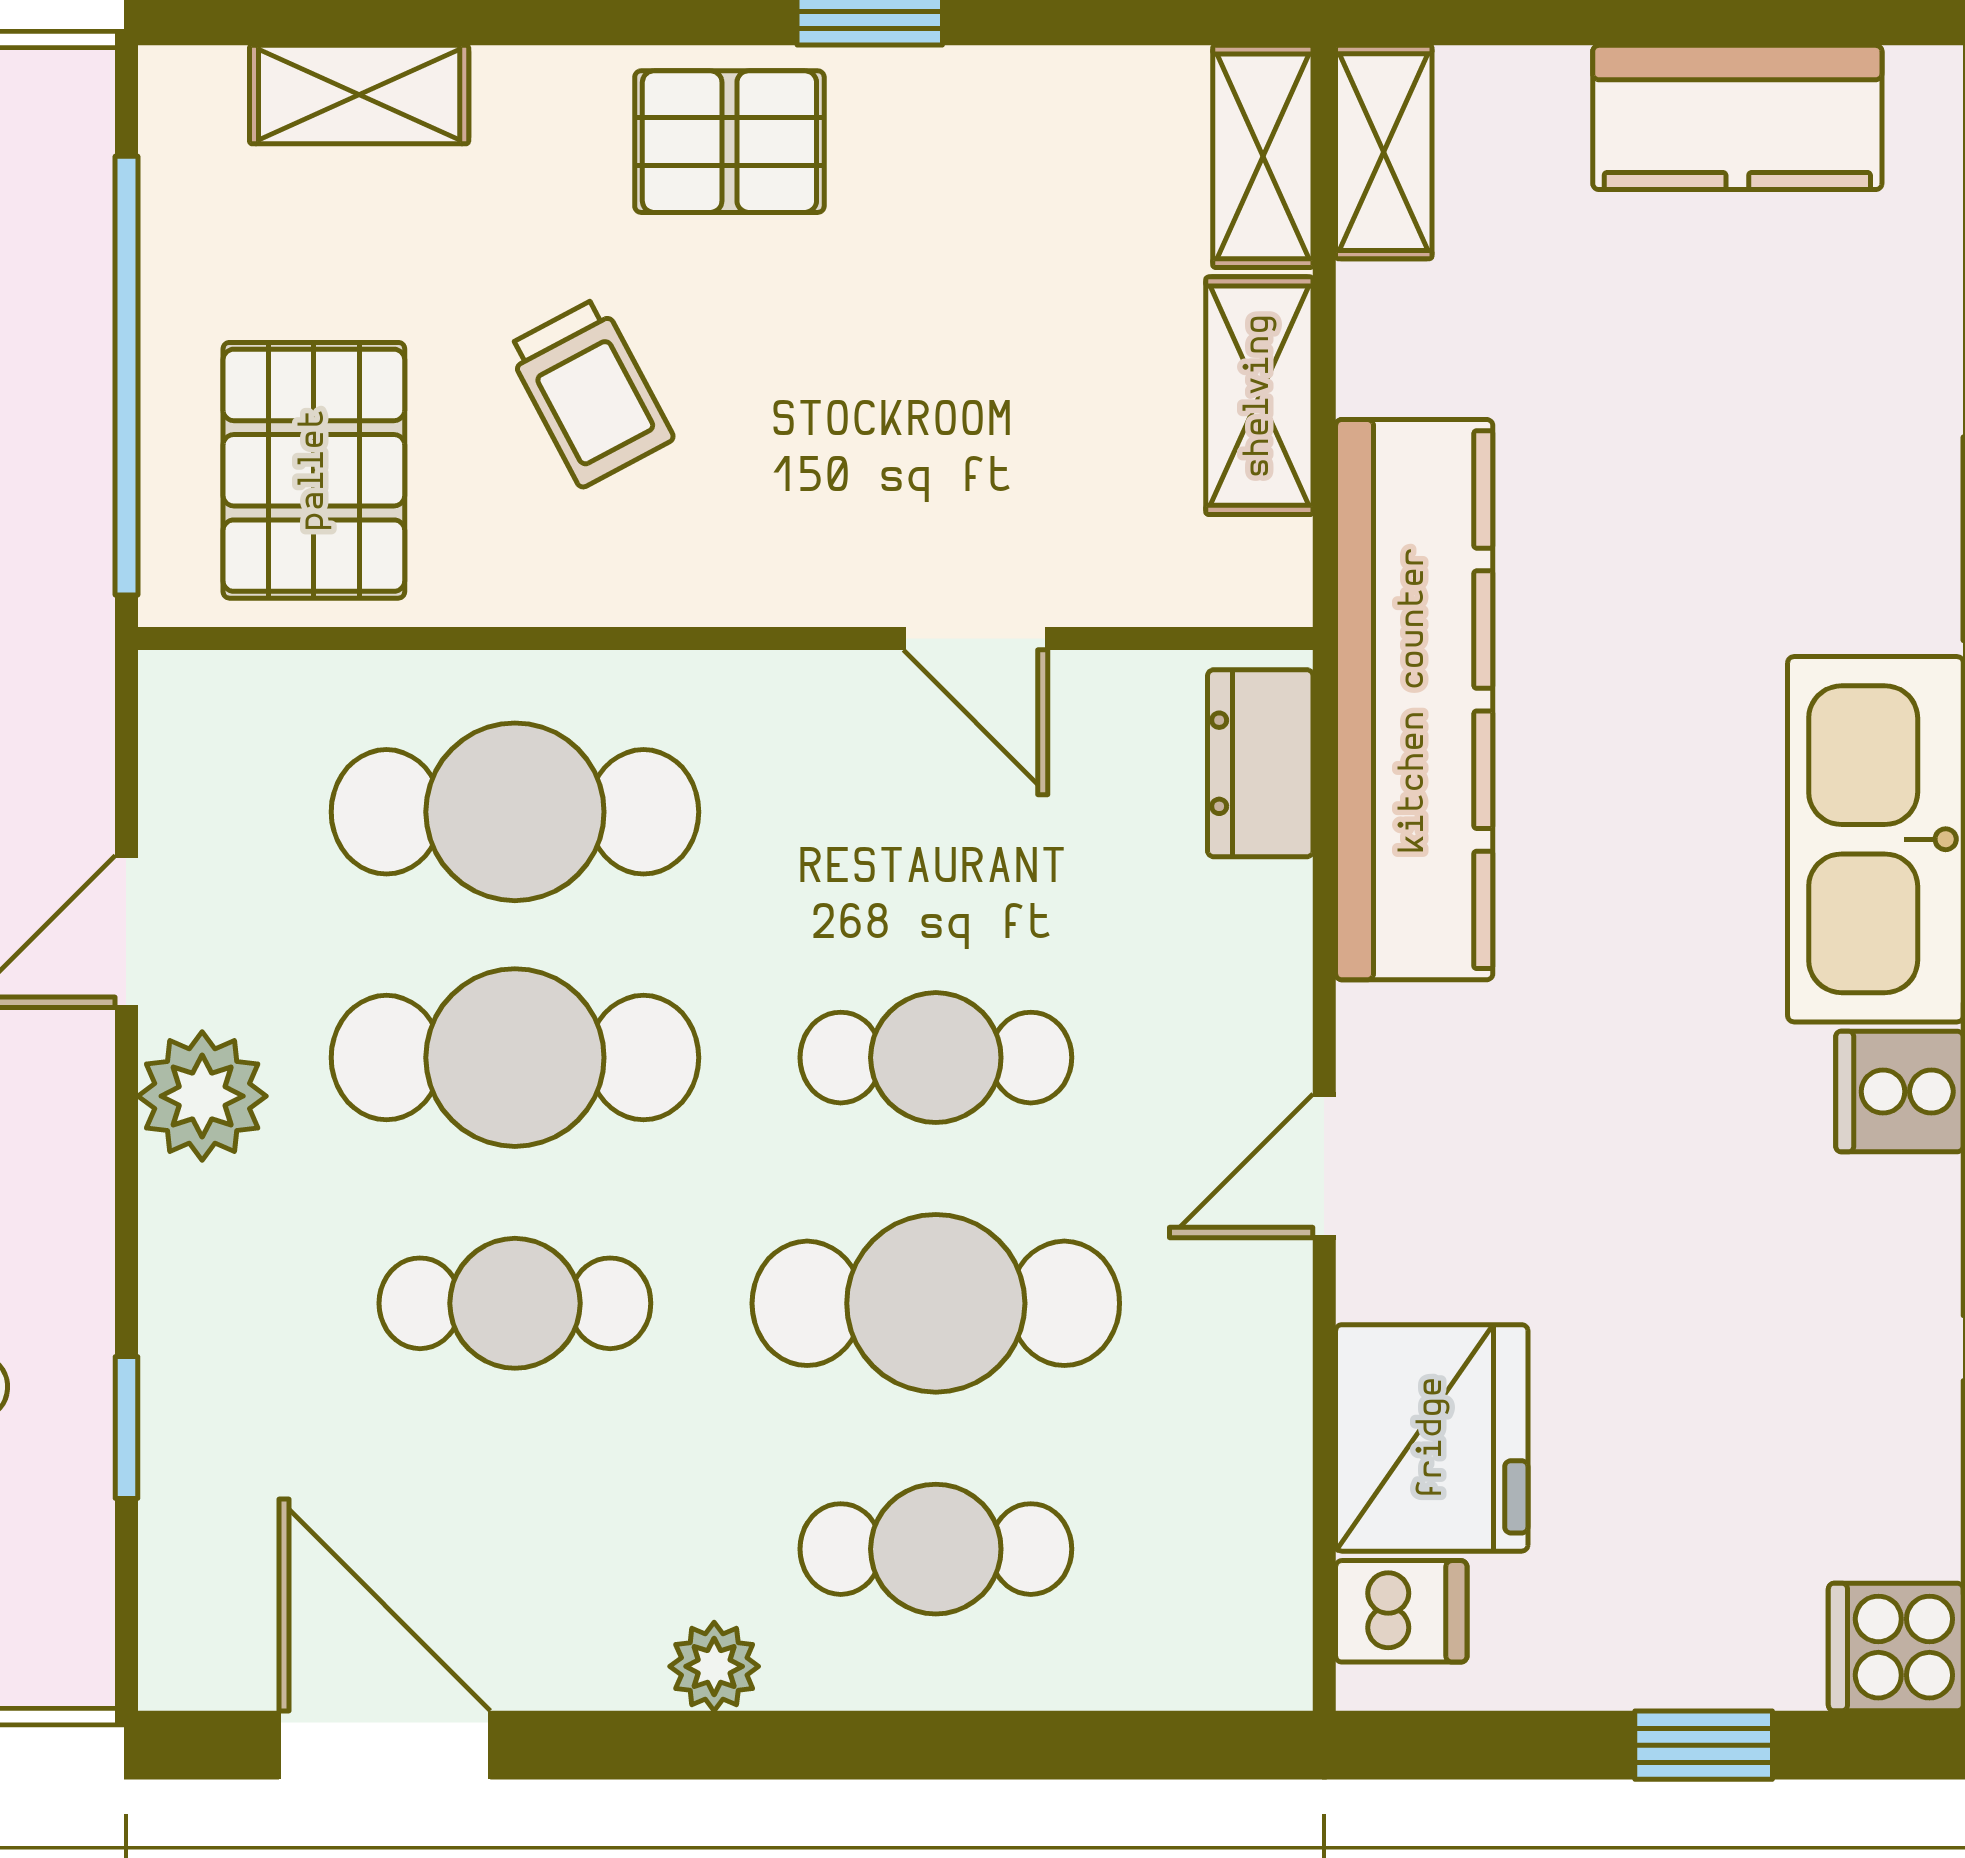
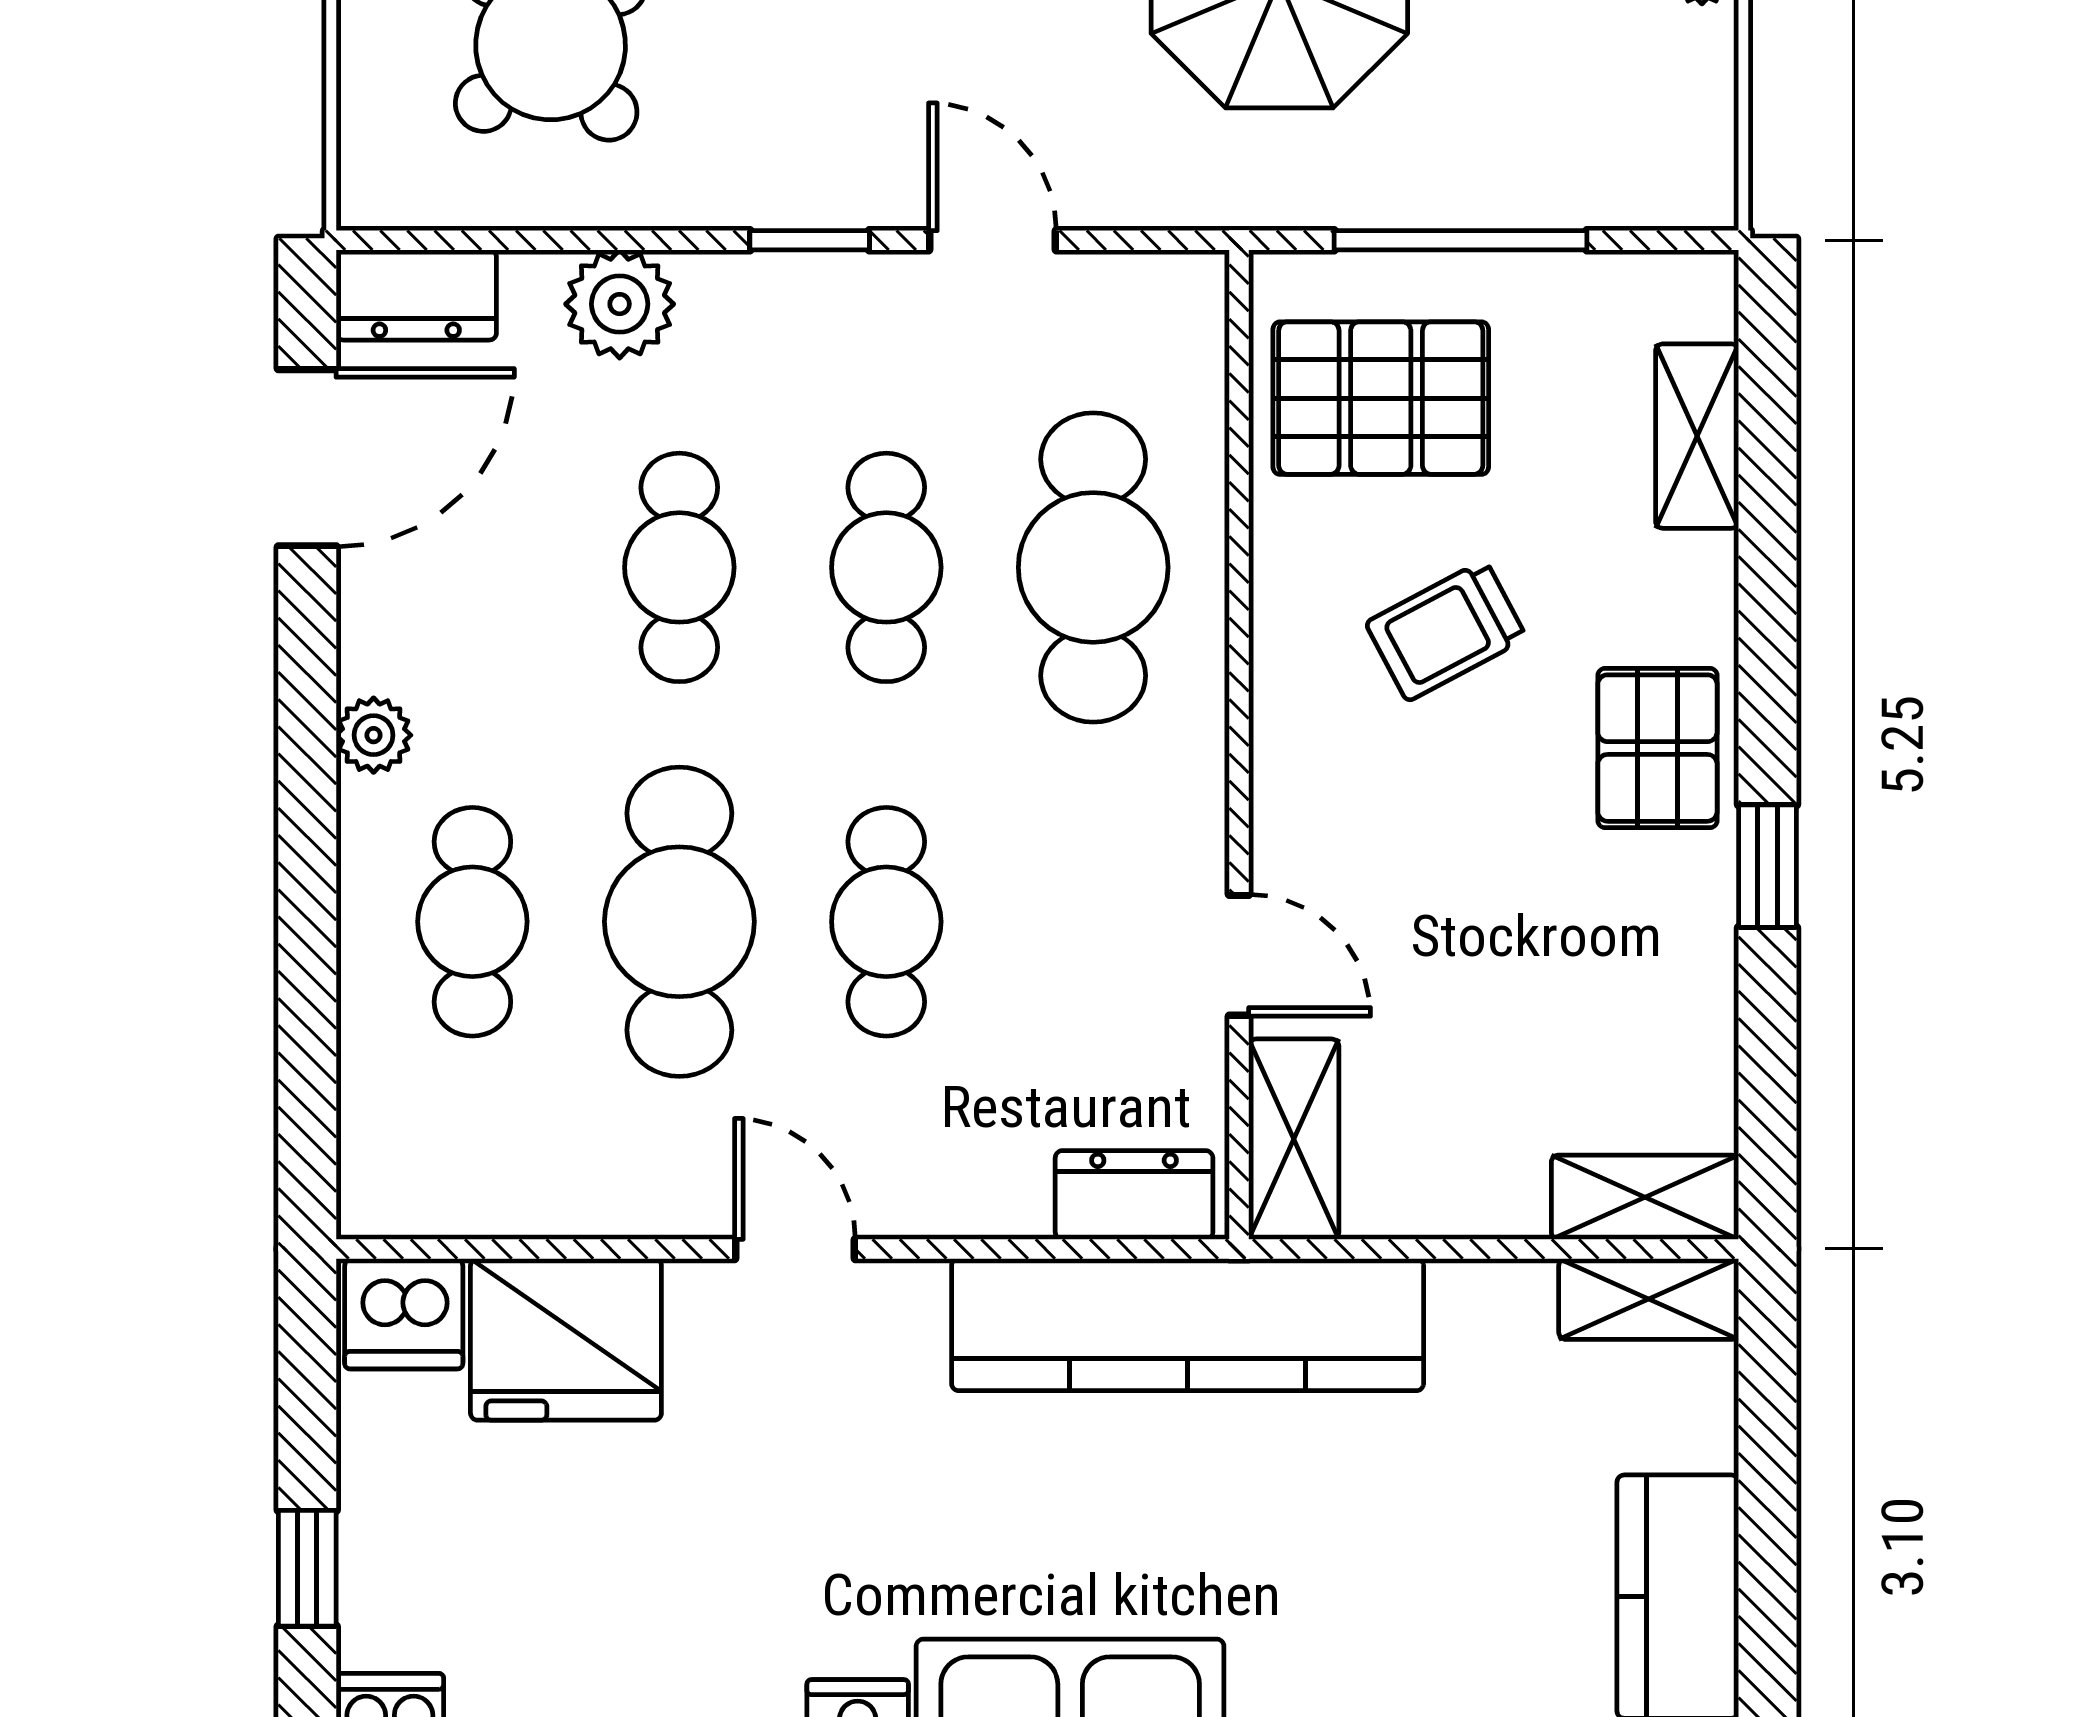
window: (126, 376) -> (1460, 240), width x0.68
shelving: (1259, 396) -> (1294, 1139), moved, turned 90
door: (976, 638) -> (1239, 955), swing flipped
cafe table: (515, 1058) -> (886, 567), width x0.73, depth x0.74
plant: (202, 1096) -> (620, 304), moved
window: (126, 1428) -> (810, 240), moved
dishwasher: (1401, 1611) -> (404, 1314), width x1.38
dresser: (191, 1616) -> (416, 295), added

